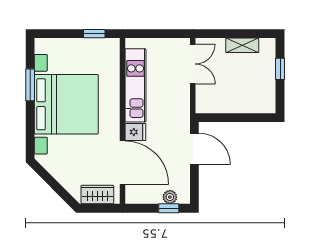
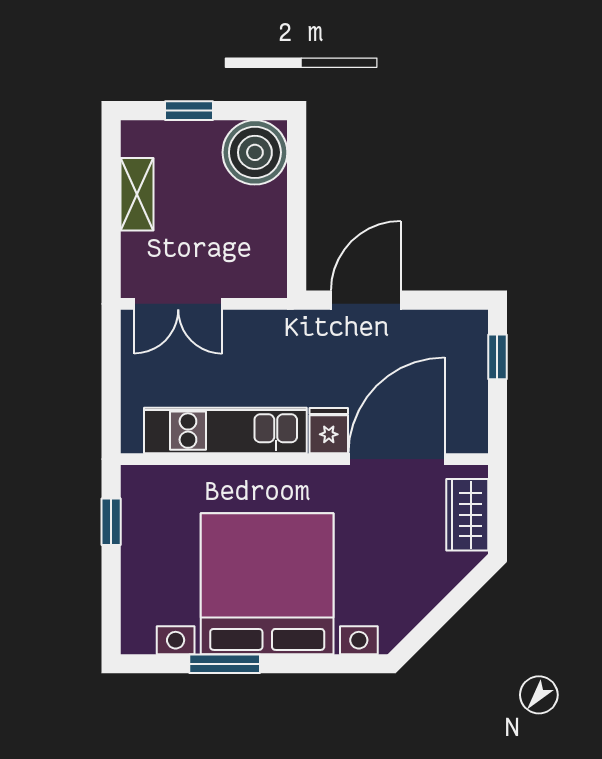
double door: (193, 64) -> (178, 304), swing flipped
boiler: (261, 99) -> (255, 152), added
plant: (170, 197) -> (473, 354), removed

